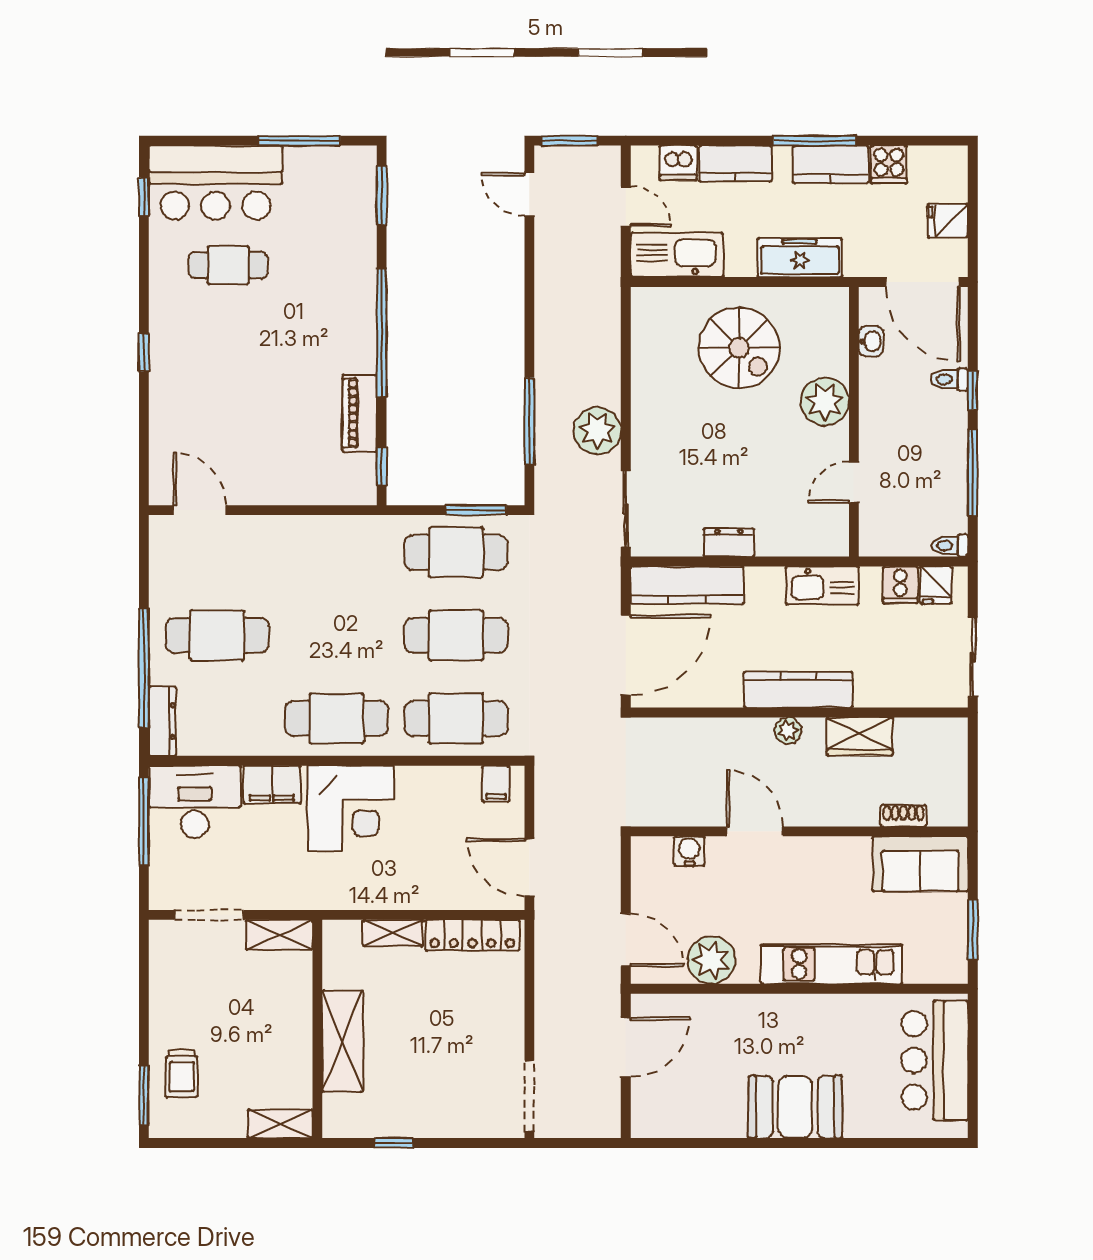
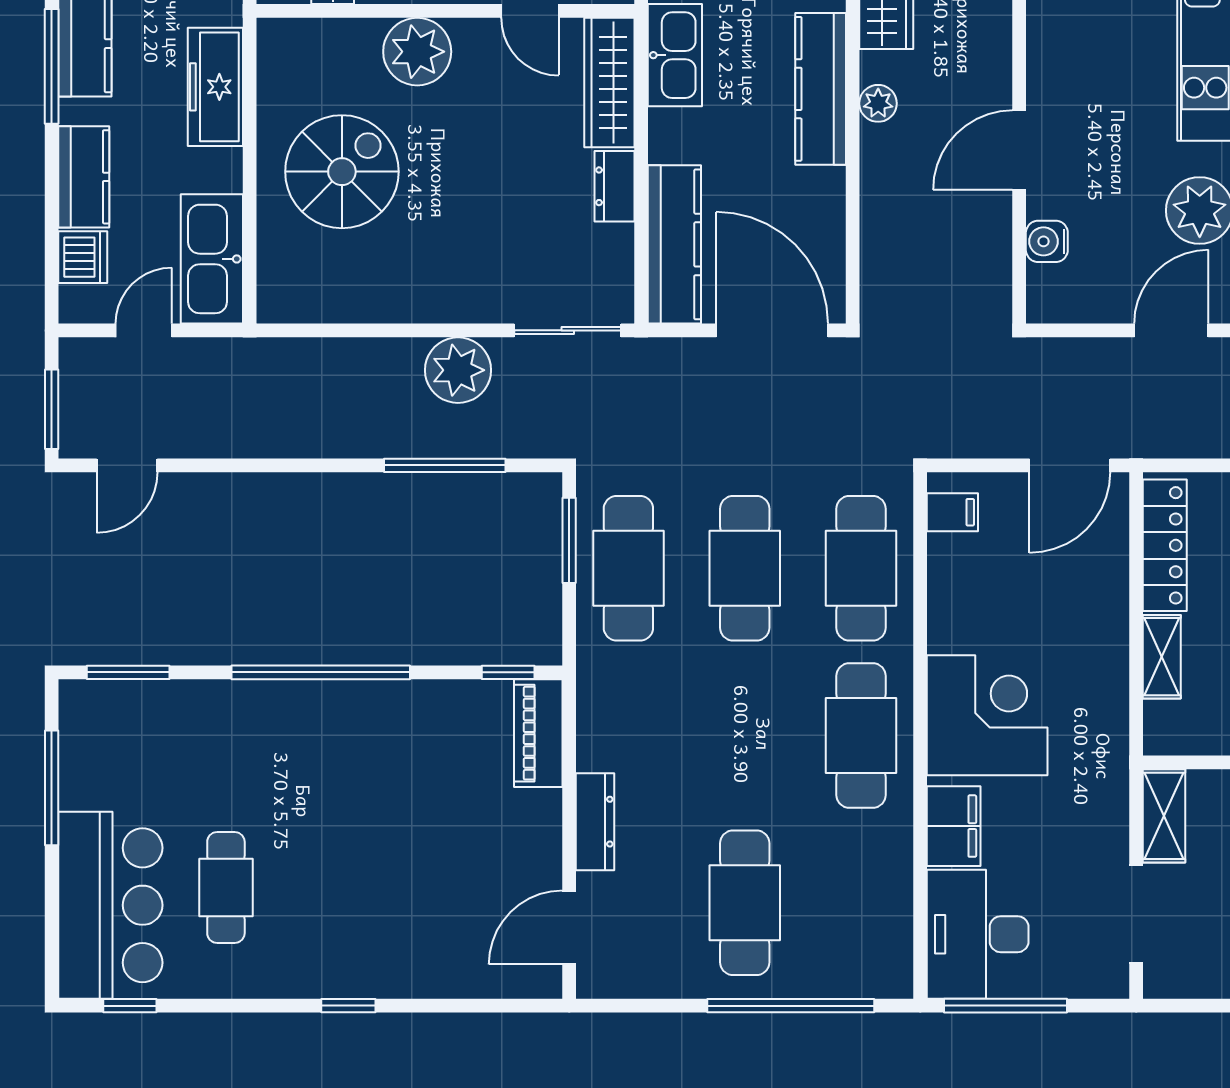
piano: (360, 413) -> (538, 733), moved, turned 90
wardrobe: (803, 539) -> (609, 82), added
dresser: (162, 721) -> (595, 822), moved, turned 90

